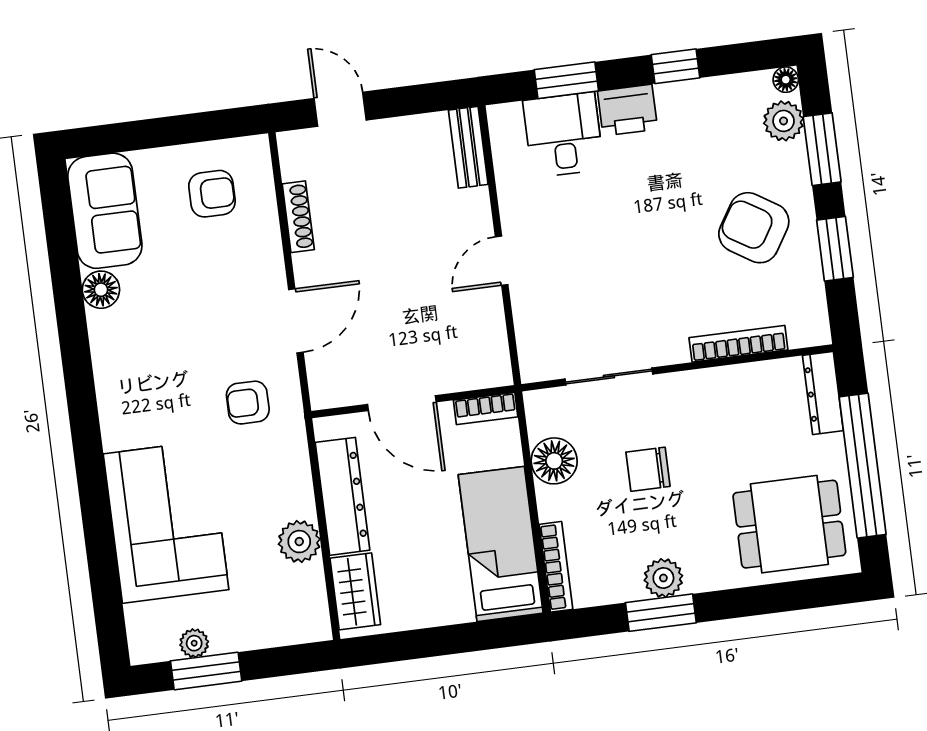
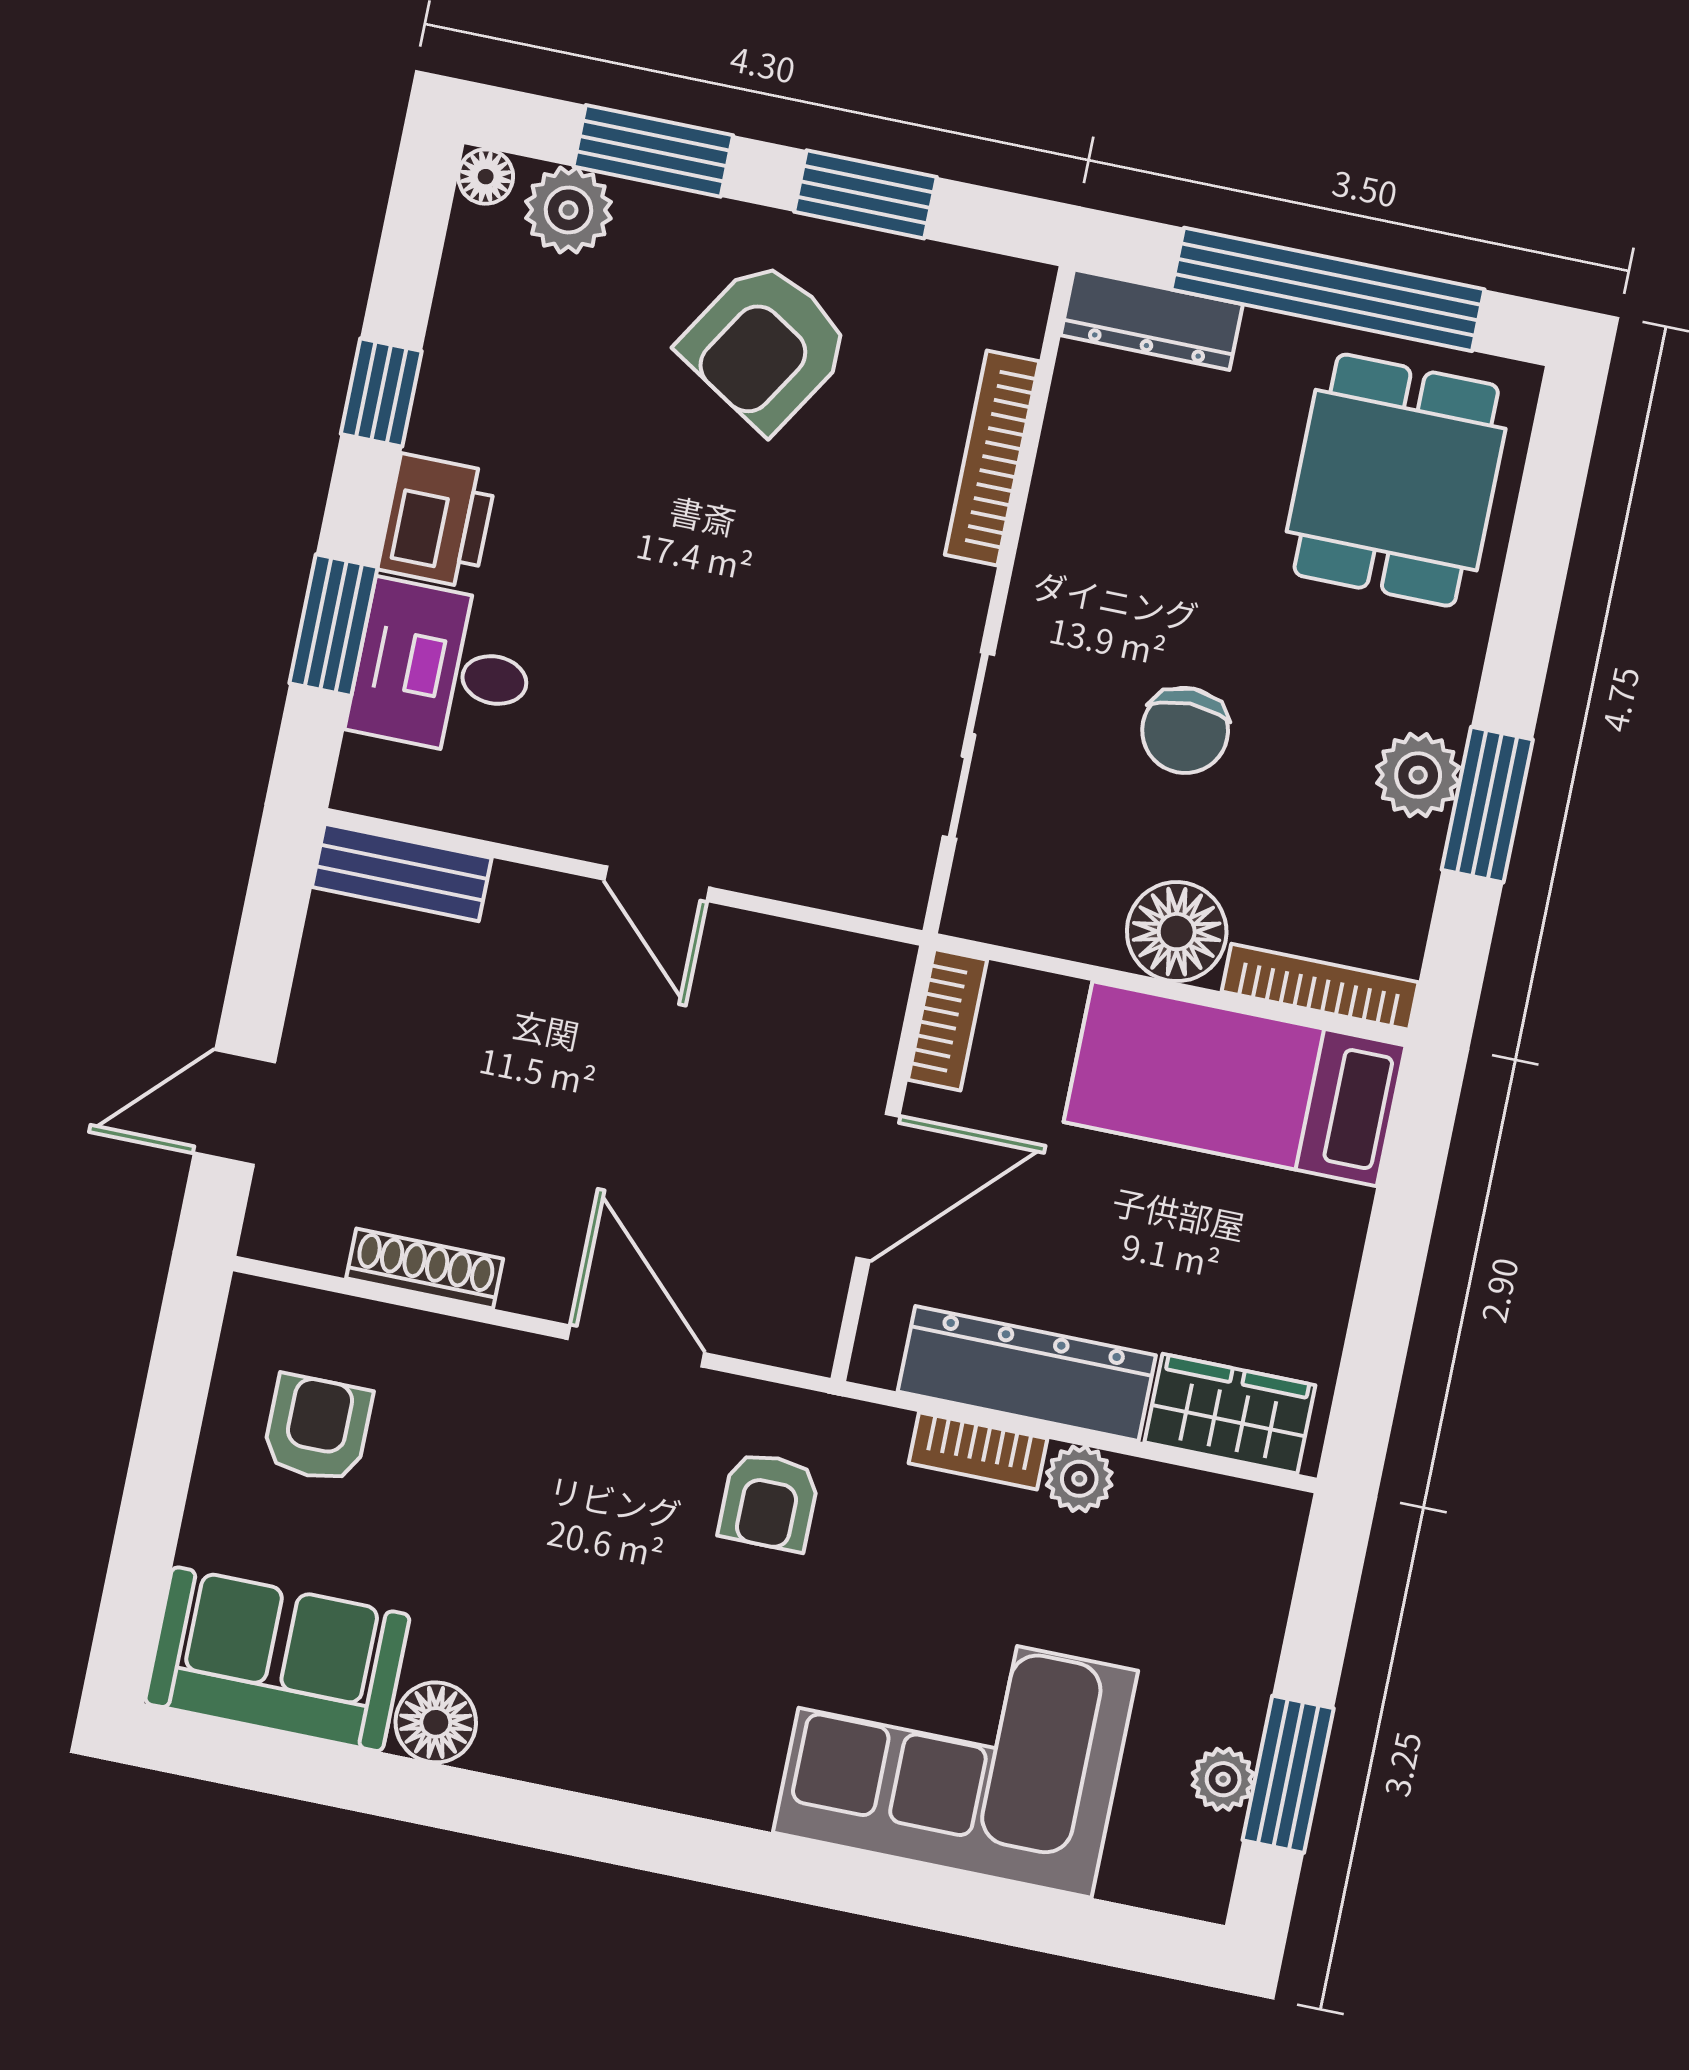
floor lamp: (554, 461) -> (1177, 932), moved
bookcase: (301, 487) -> (978, 1451), added
plant: (299, 542) -> (1079, 1479), width x0.73, depth x0.73

